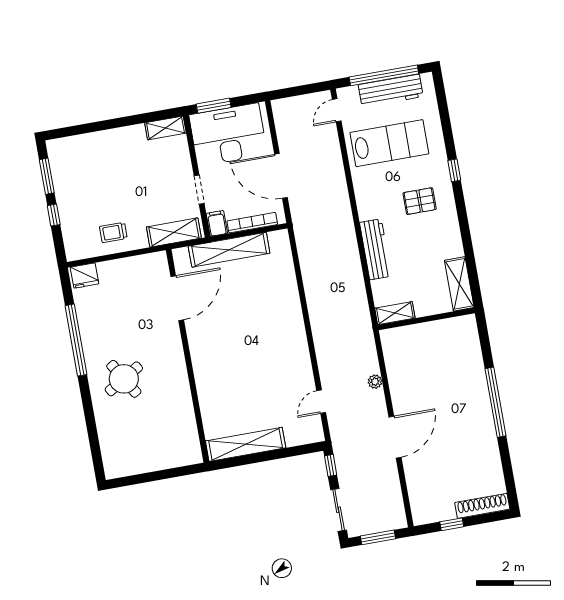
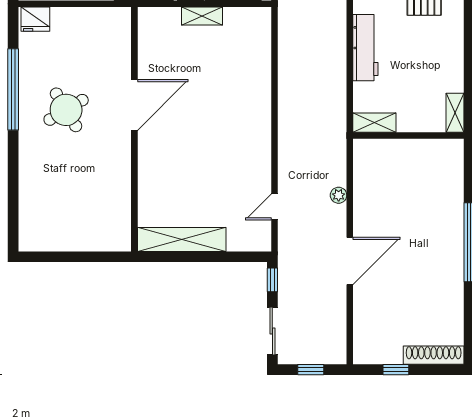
shelving: (229, 250) -> (202, 16), width x0.45, depth x0.75
shelving: (459, 284) -> (455, 113), width x0.67, depth x0.75
door: (177, 298) -> (134, 105), moved
round table: (124, 379) -> (66, 110), moved
window: (378, 537) -> (311, 370), width x0.67

